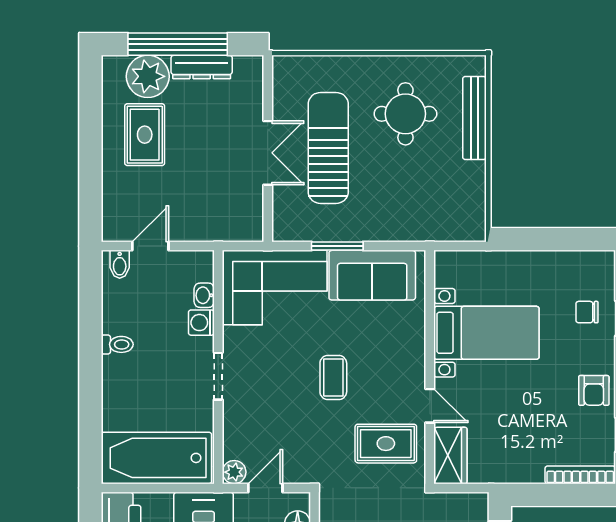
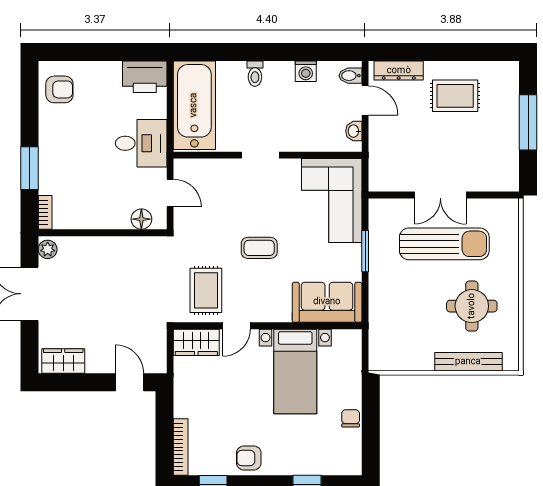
window: (178, 44) -> (528, 122), width x0.68
dresser: (202, 67) -> (399, 71), moved, turned -90
plant: (148, 76) -> (502, 98), removed
sofa: (372, 275) -> (327, 302), moved, turned 90
washbasin: (204, 295) -> (354, 131), moved, turned -90
chair: (587, 312) -> (351, 418), moved
washing machine: (201, 323) -> (306, 71), moved, turned 180
toilet: (117, 344) -> (255, 74), moved
plant: (234, 472) -> (183, 168), removed

